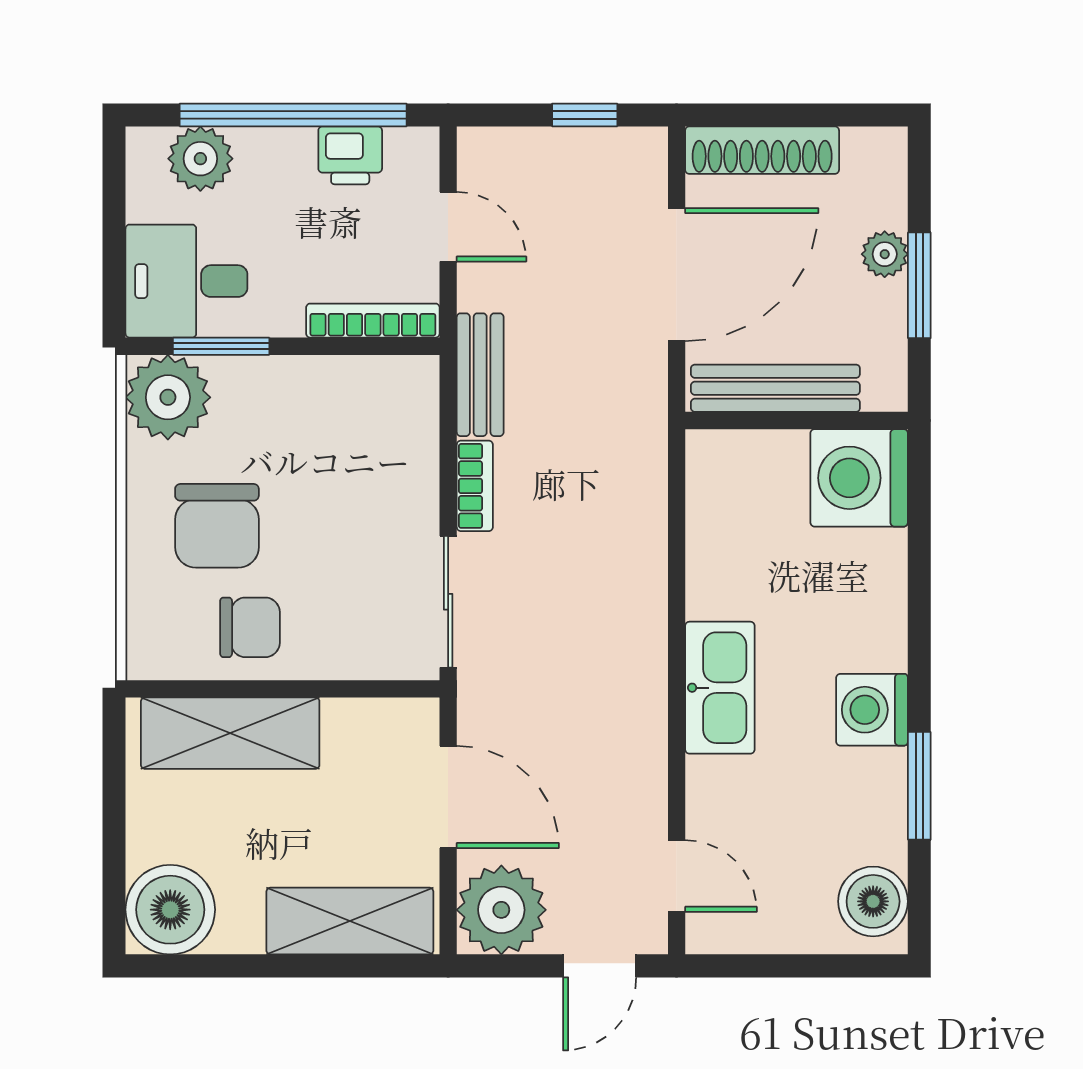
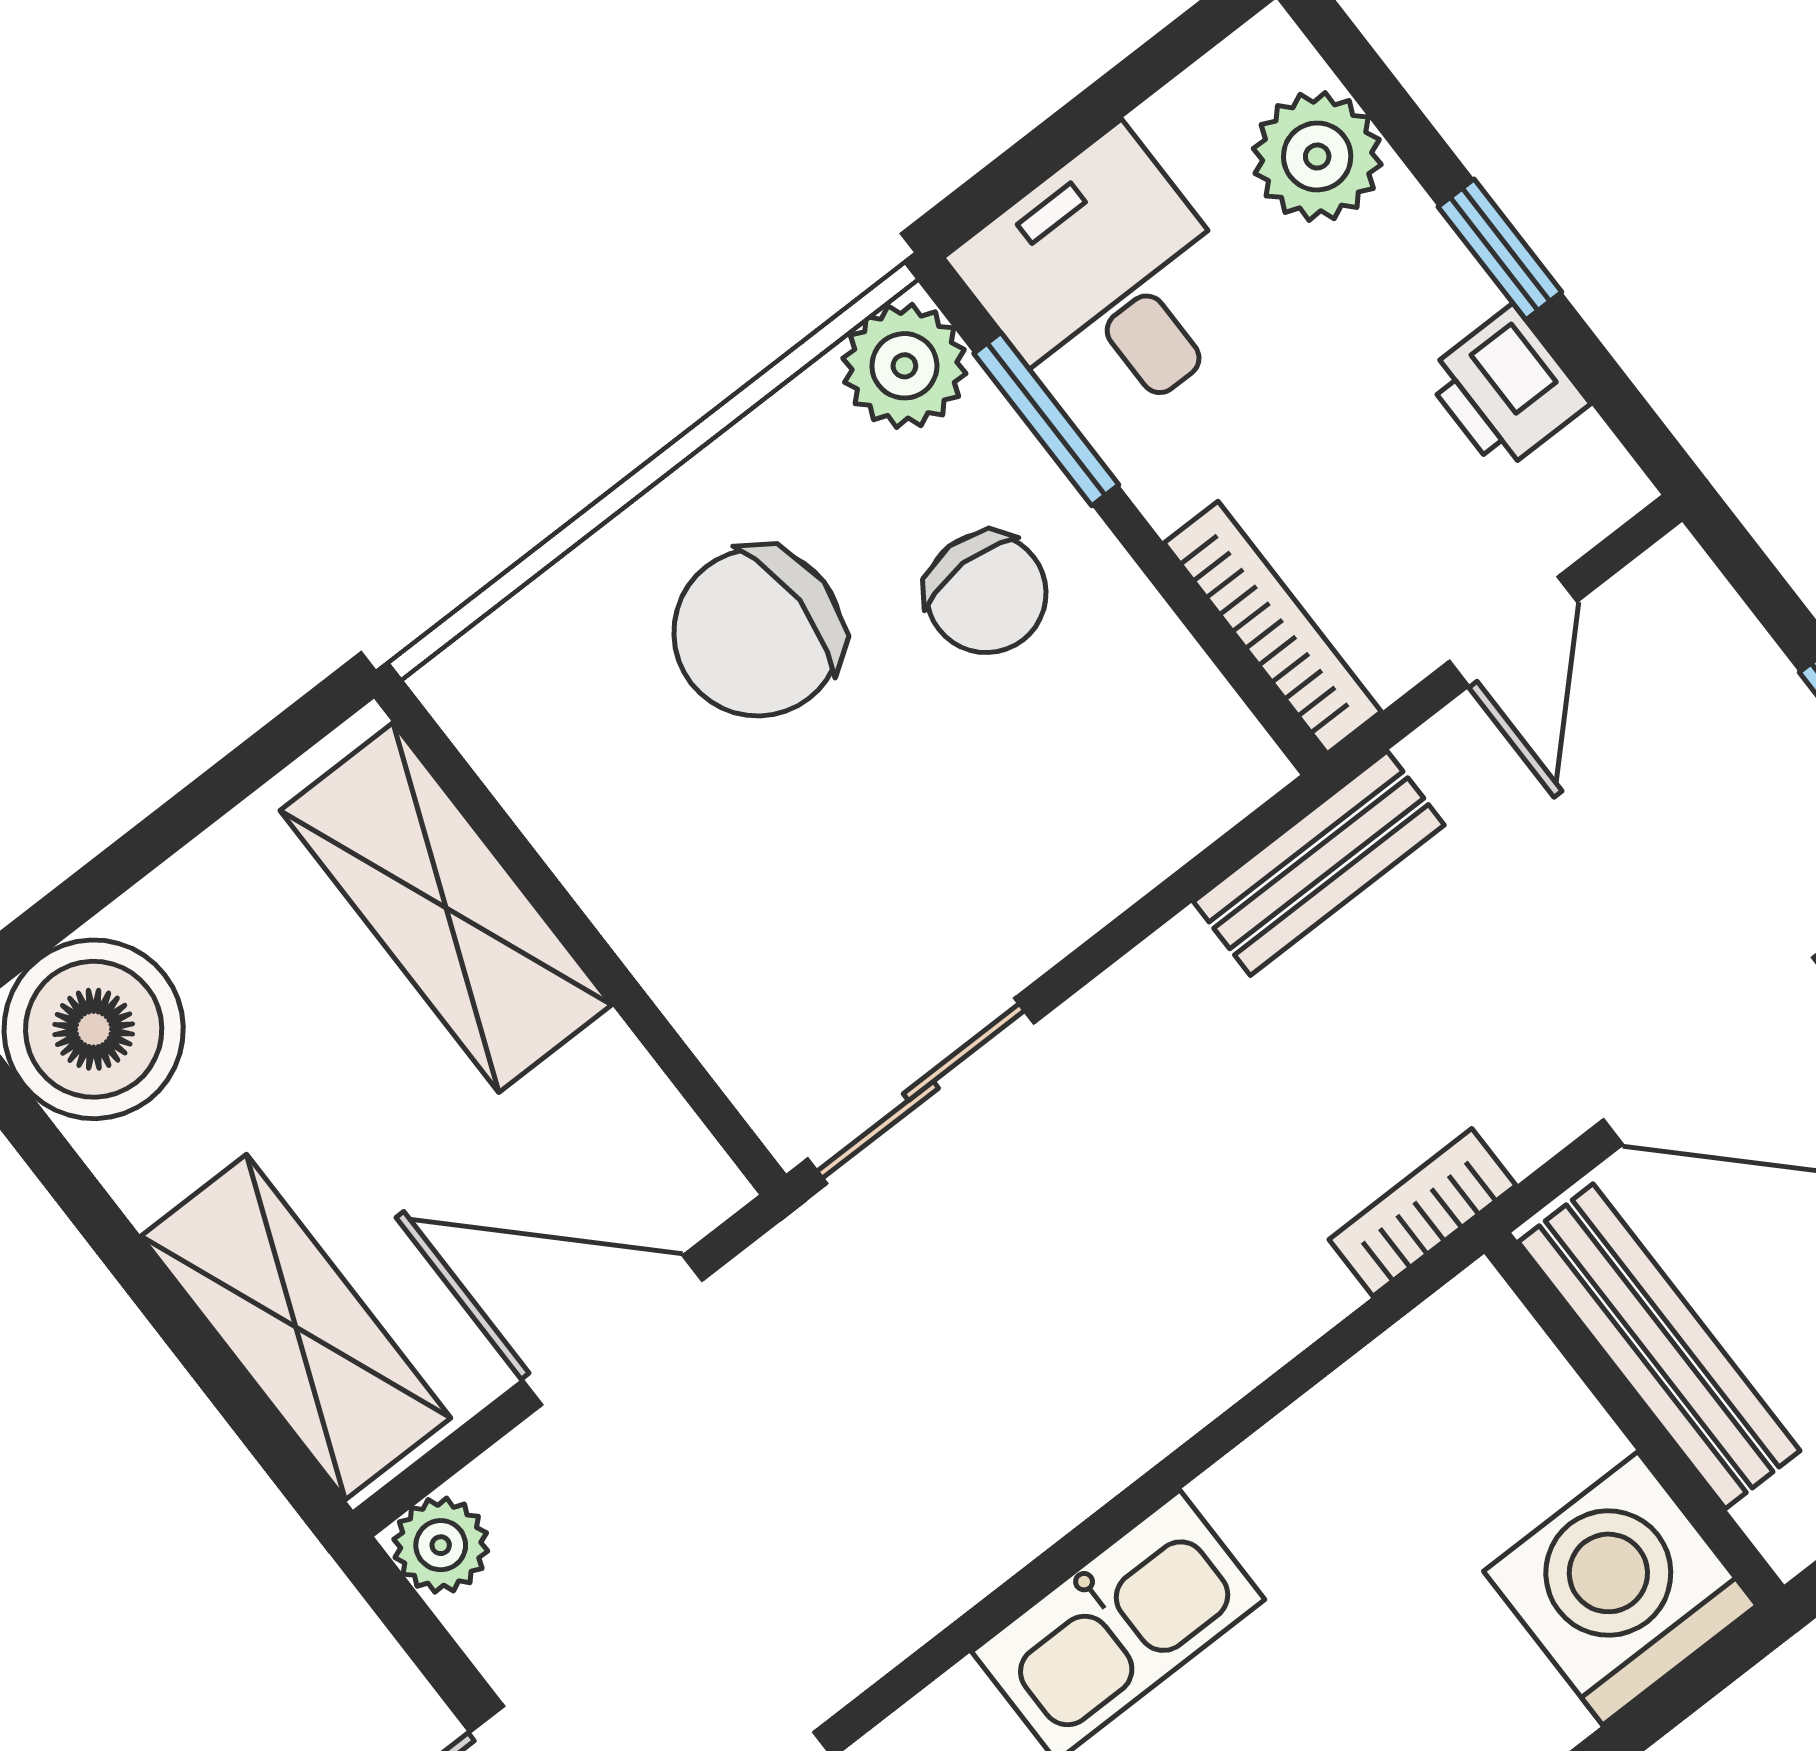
window: (293, 115) -> (1500, 249), width x0.32
plant: (168, 397) -> (904, 366), width x0.73, depth x0.73
bookcase: (475, 486) -> (1422, 1212), moved, turned 180
chair: (250, 627) -> (986, 593), moved
door: (448, 797) -> (612, 1330), swing flipped
plant: (501, 910) -> (441, 1545), width x0.53, depth x0.53

